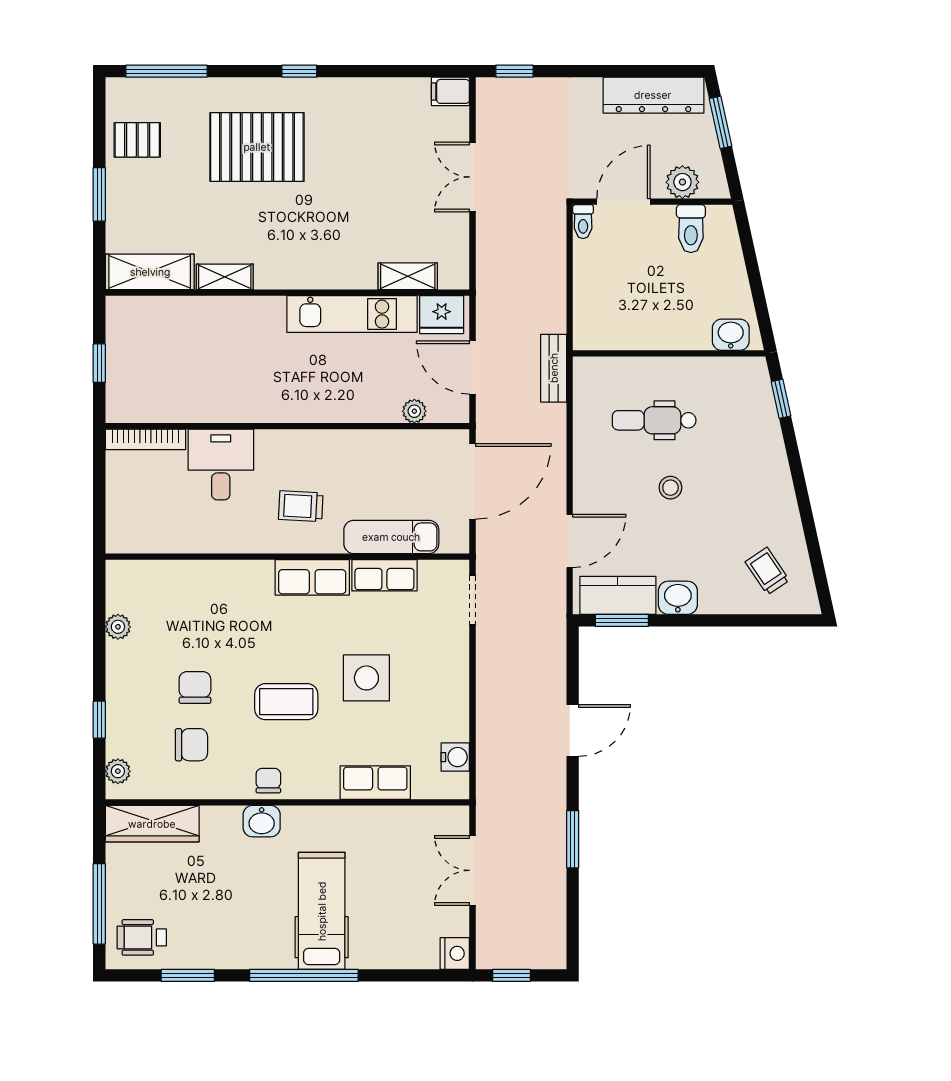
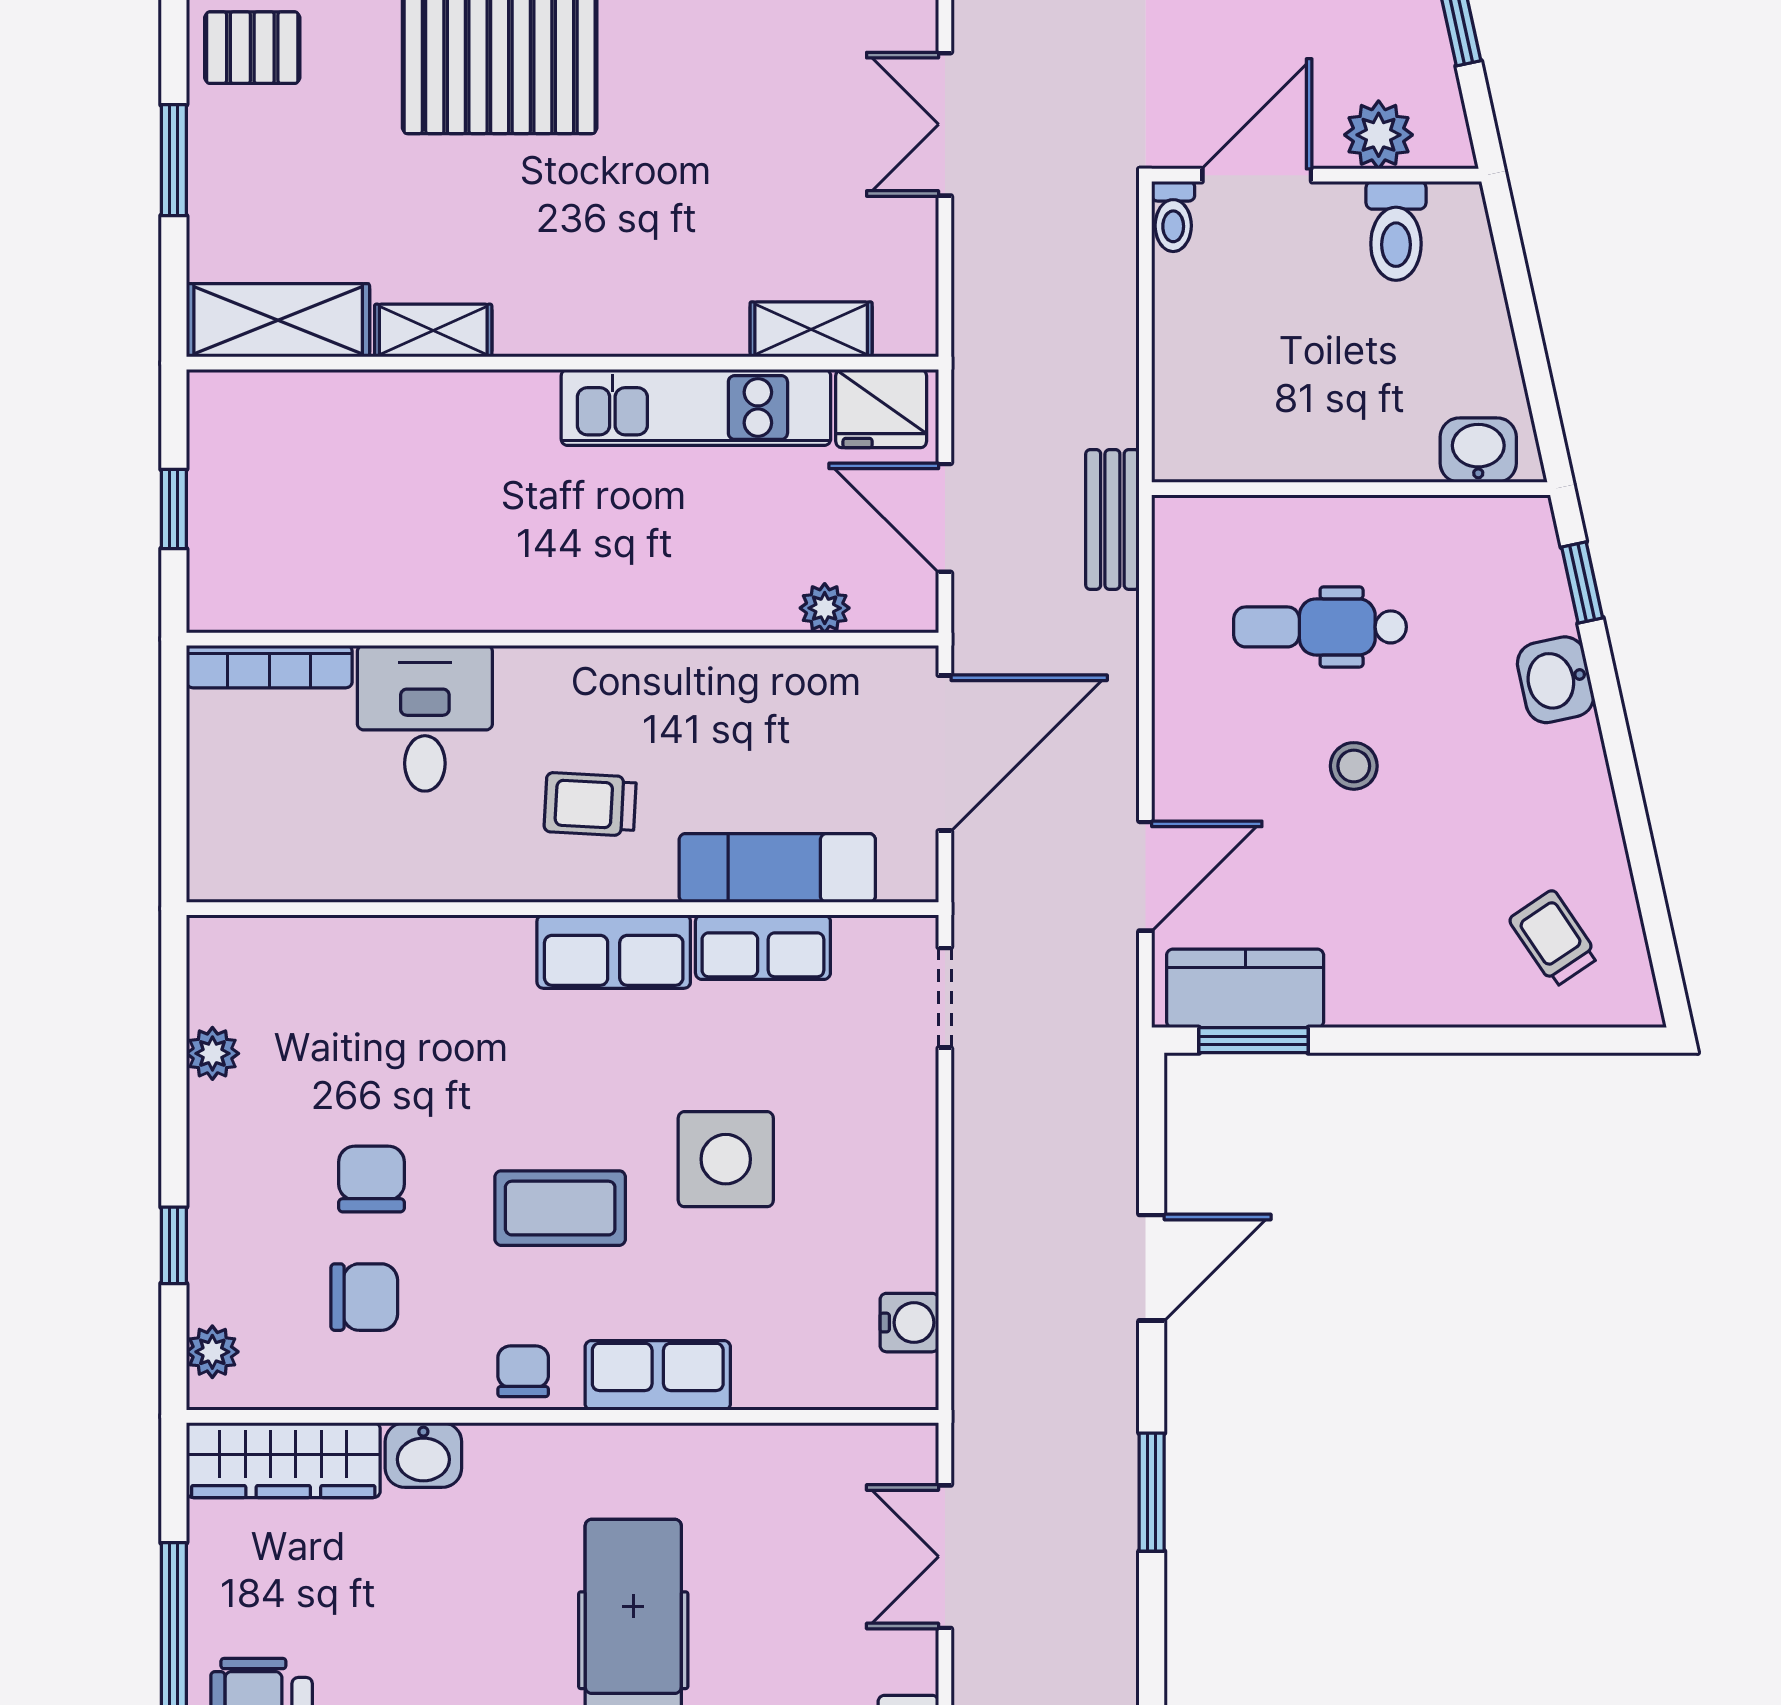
washbasin: (678, 598) -> (1556, 680), moved, turned -102
row of seats: (375, 783) -> (658, 1375), moved
washbasin: (262, 821) -> (423, 1455), moved

